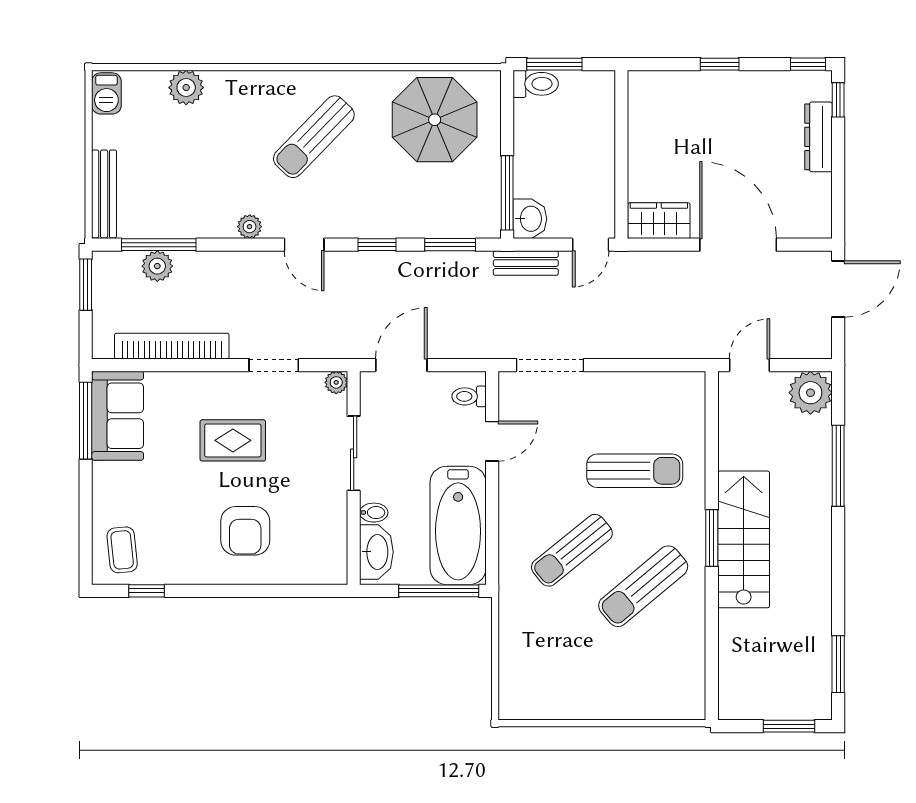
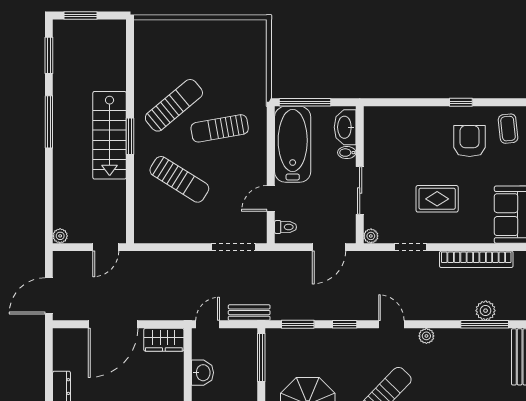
washbasin: (530, 219) -> (203, 373), moved, turned 180
door: (738, 245) -> (113, 324), hinge flipped
plant: (810, 393) -> (60, 236), width x0.53, depth x0.53
window: (838, 466) -> (49, 122), moved
sun lounger: (635, 471) -> (179, 179), turned -148
armchair: (245, 531) -> (470, 141), moved
sun lounger: (572, 550) -> (220, 128), turned -151
window: (147, 591) -> (461, 102), moved

